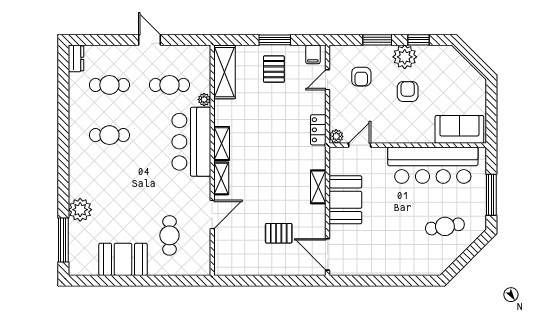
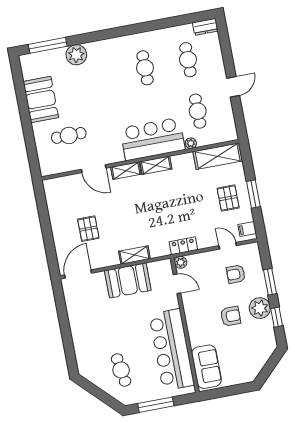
pallet: (274, 69) -> (228, 198), turned 90

